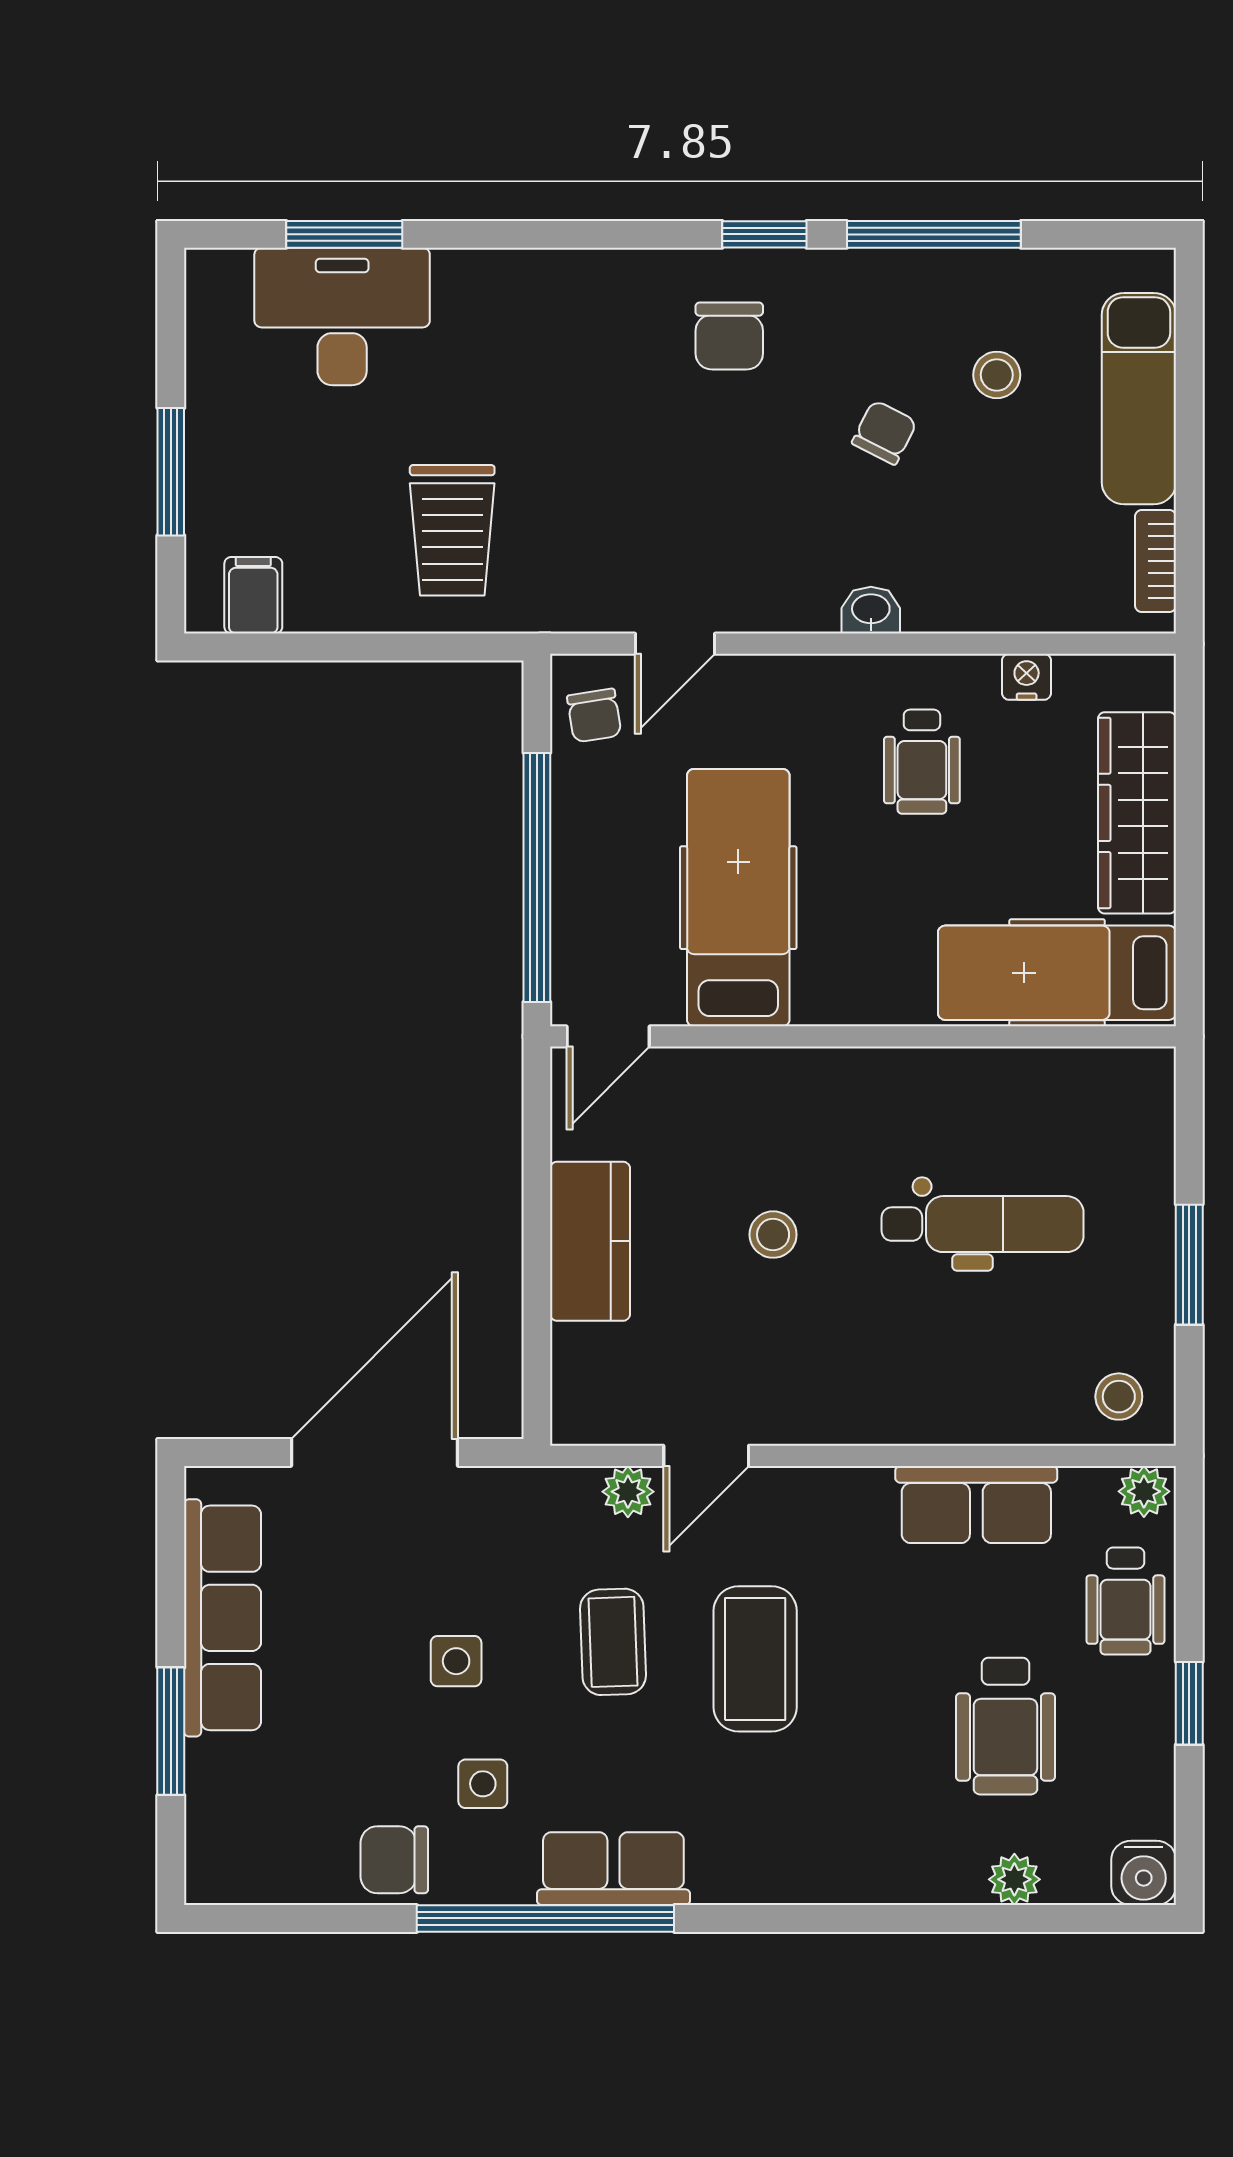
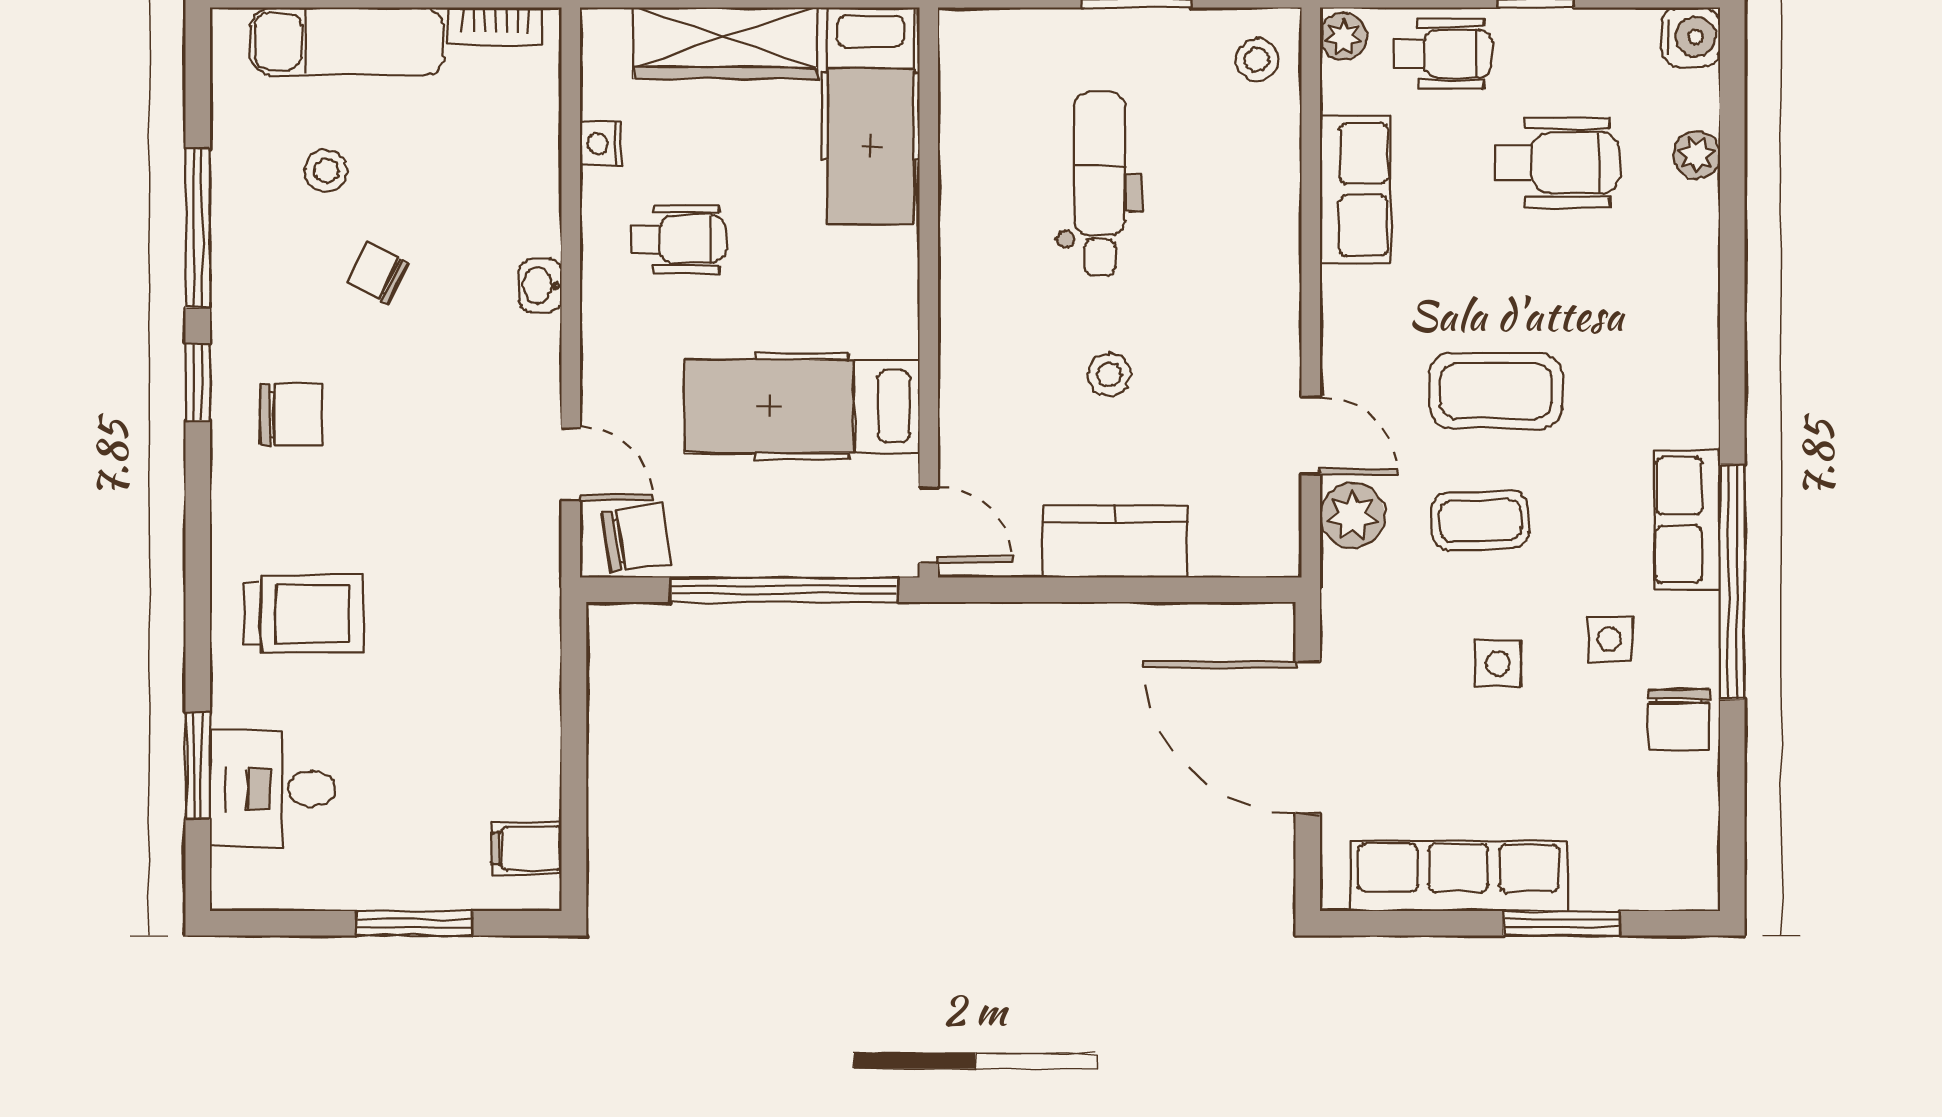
desk: (342, 316) -> (273, 789), width x0.73
trolley: (452, 530) -> (304, 613), moved
chair: (594, 716) -> (636, 538), width x1.37, depth x1.37
plant: (628, 1492) -> (1352, 516), width x1.38, depth x1.38

